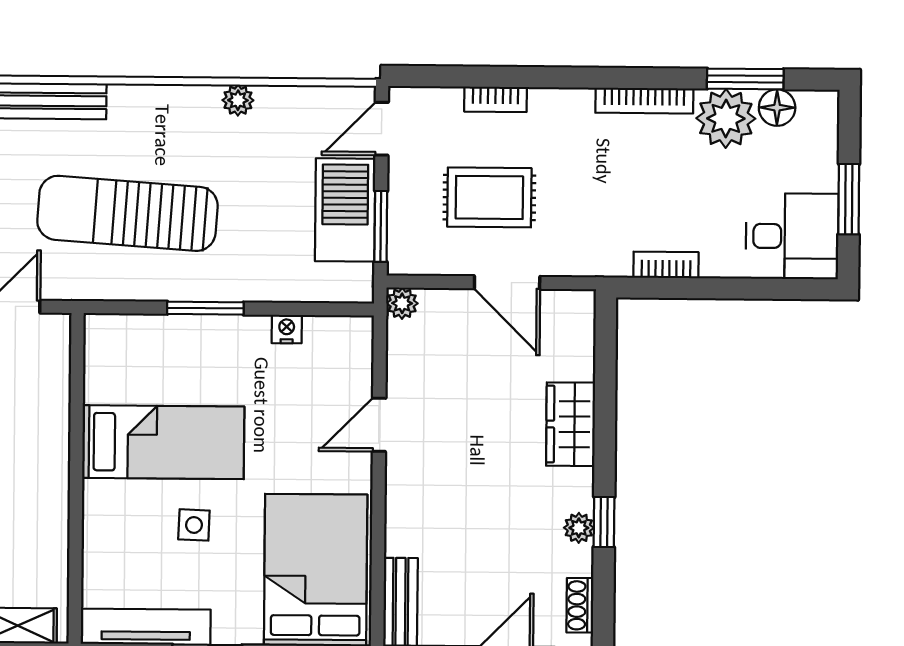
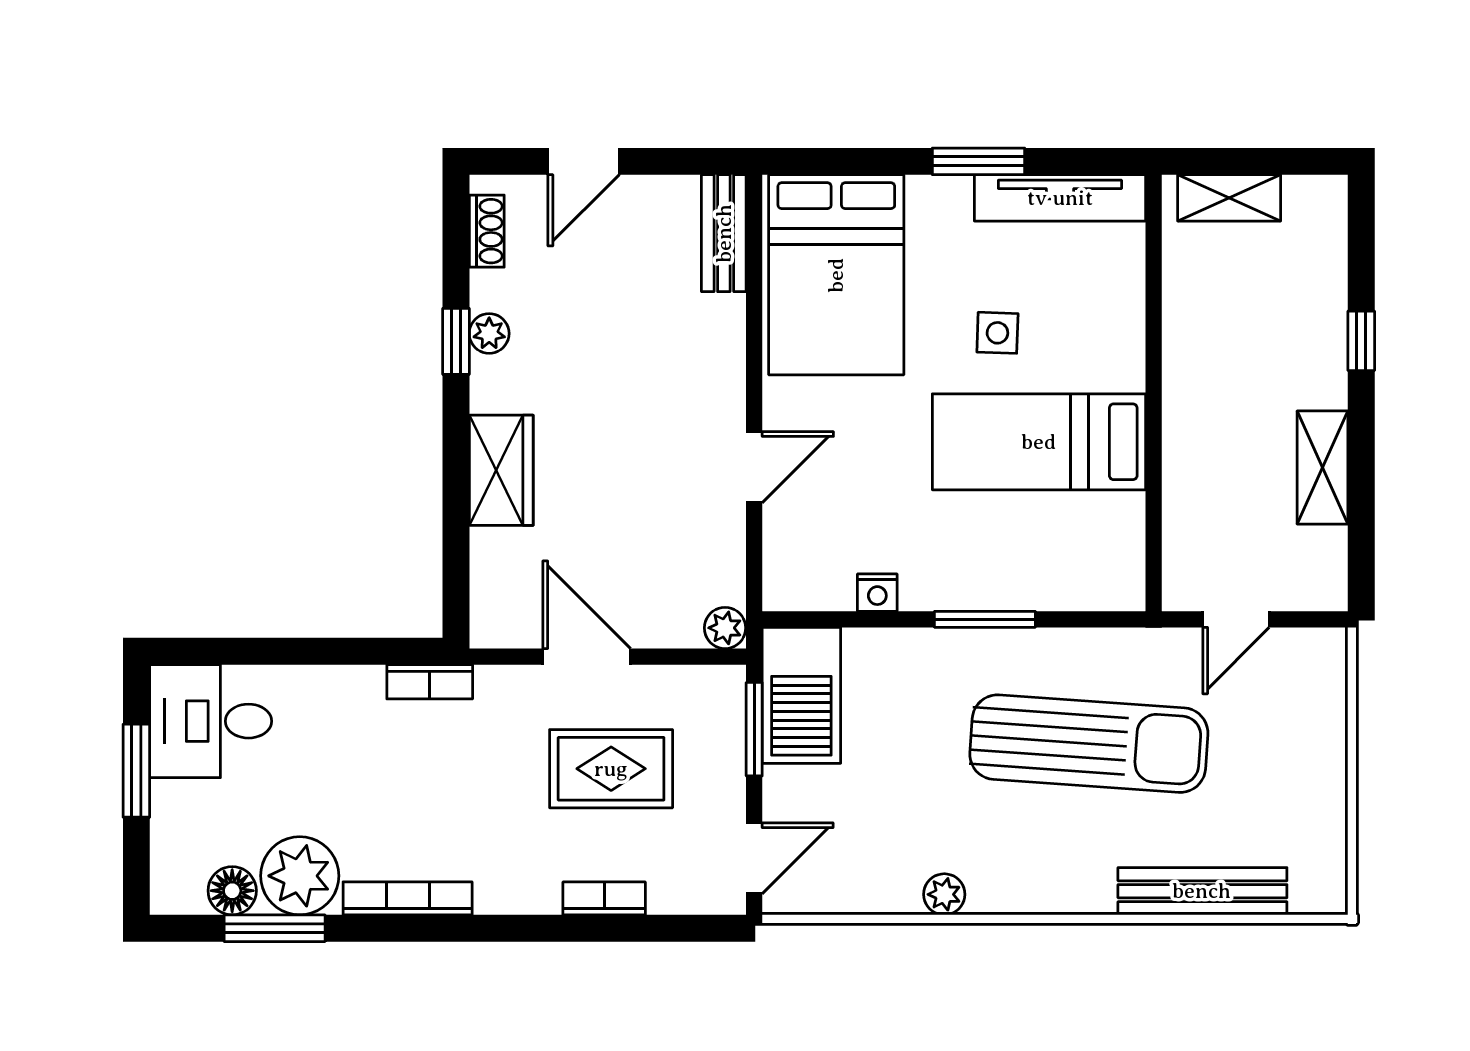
barbecue: (345, 210) -> (801, 695), moved
bookcase: (666, 265) -> (430, 682), moved

